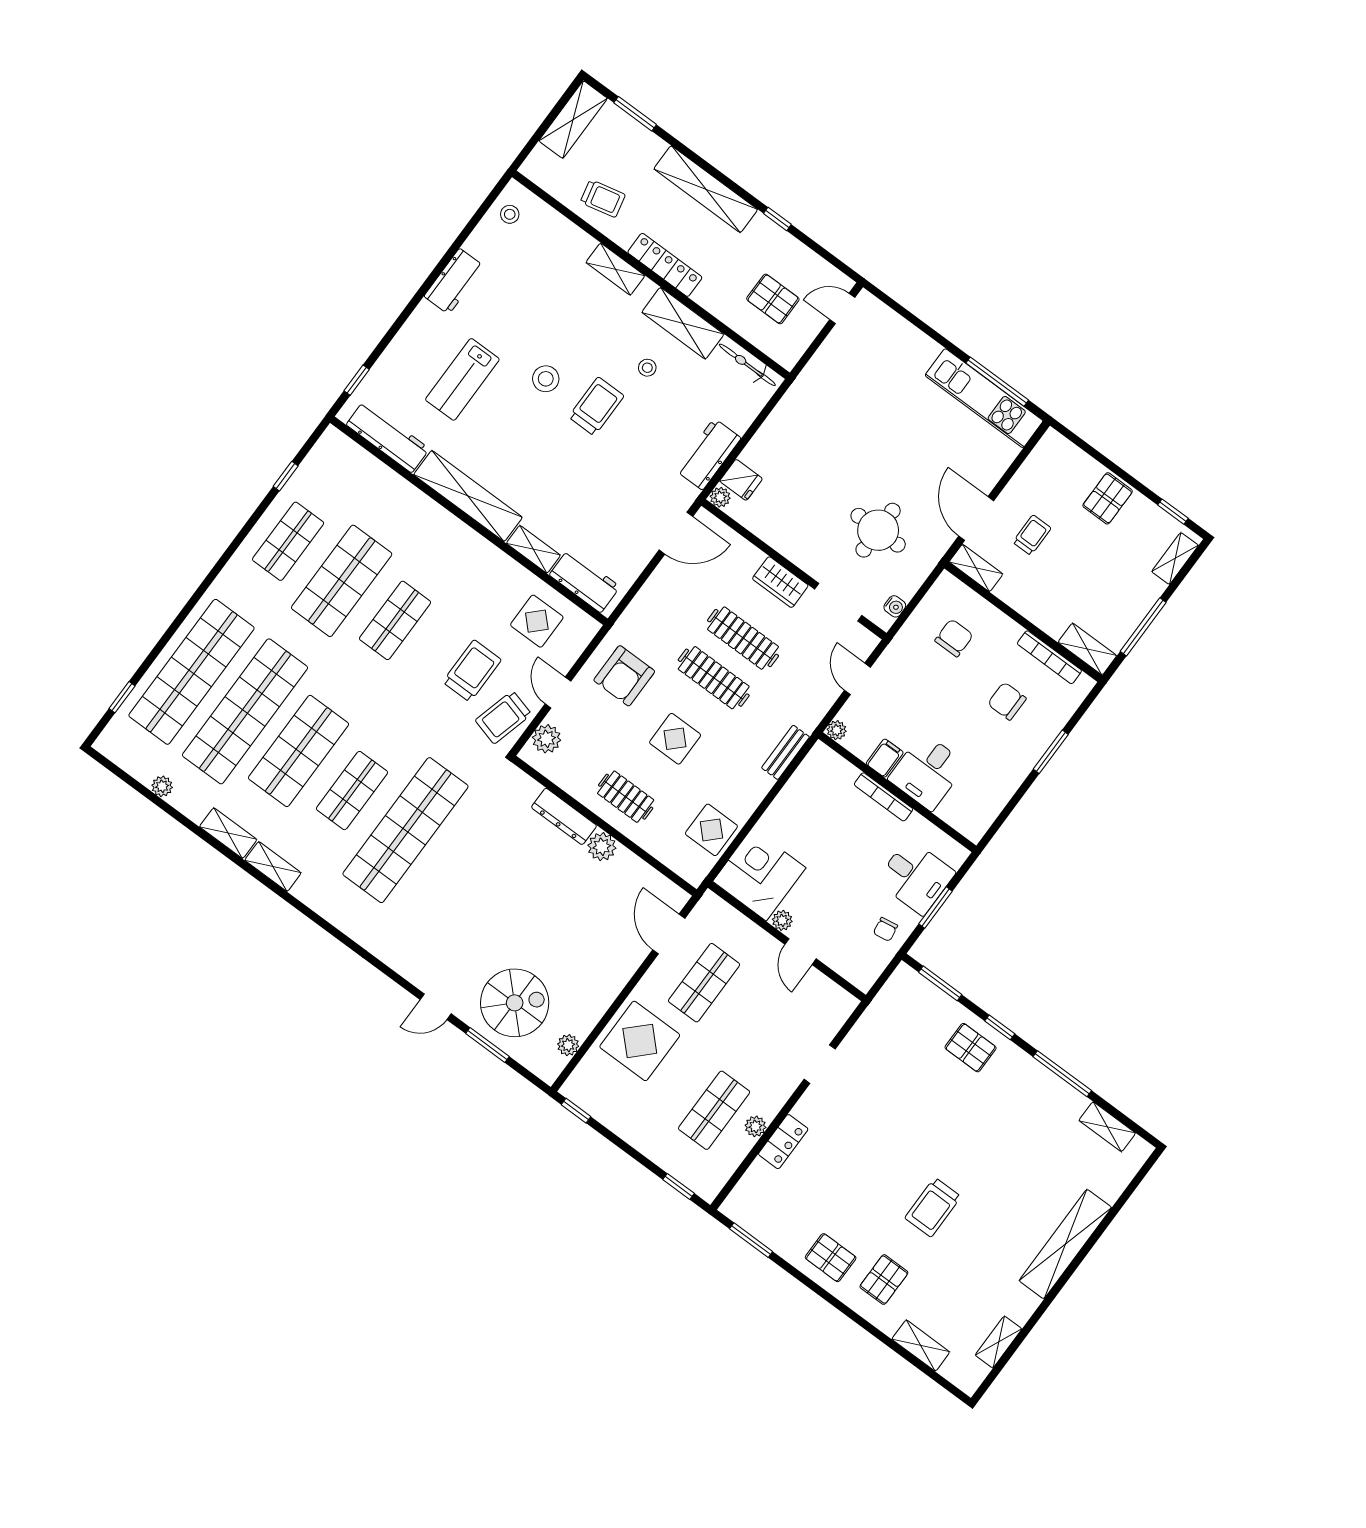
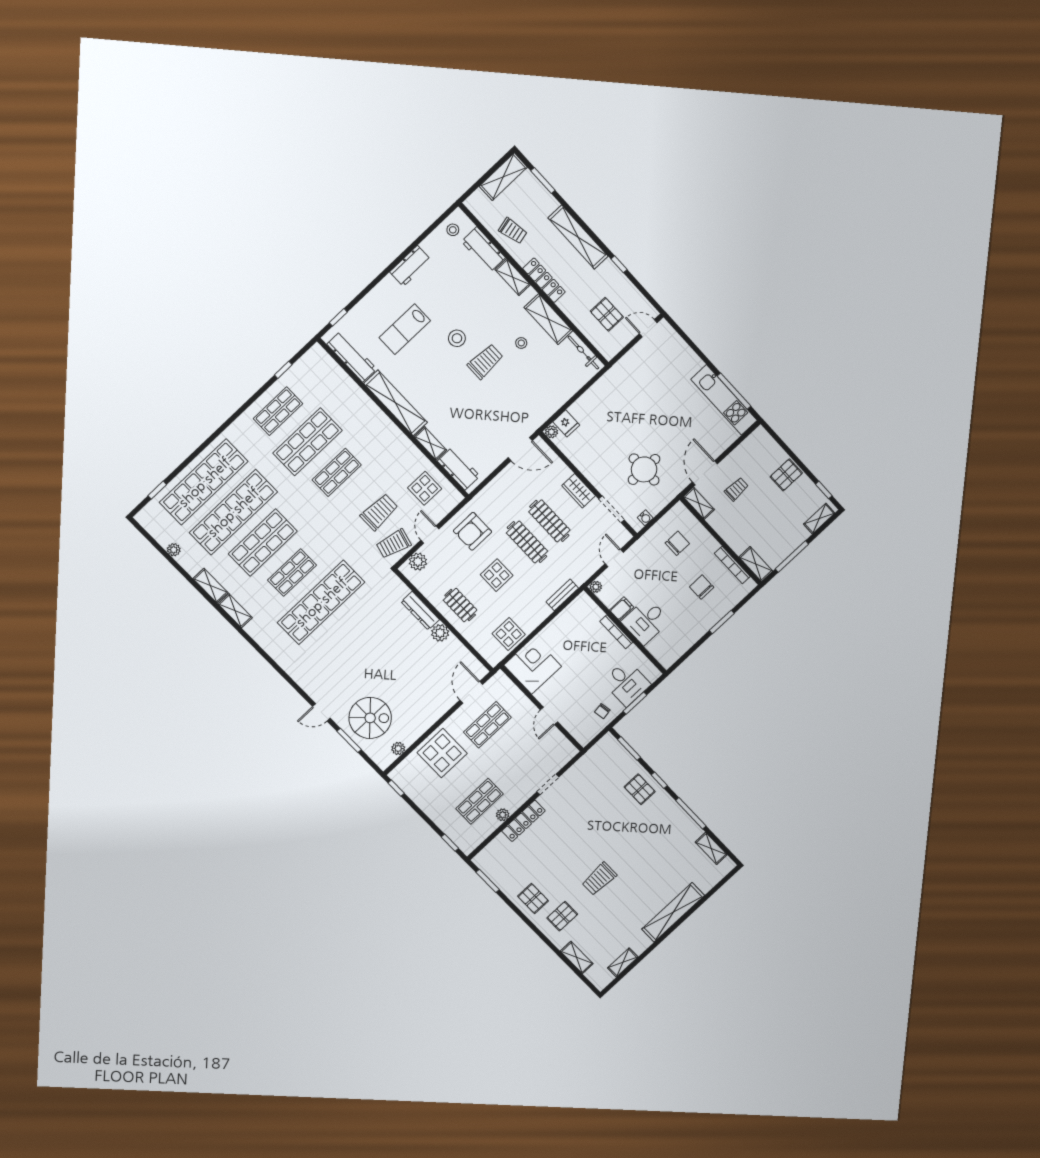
workbench: (708, 454) -> (483, 249), moved, turned -90
plant: (782, 920) -> (541, 695), removed
locker: (783, 1142) -> (523, 821), width x1.53

